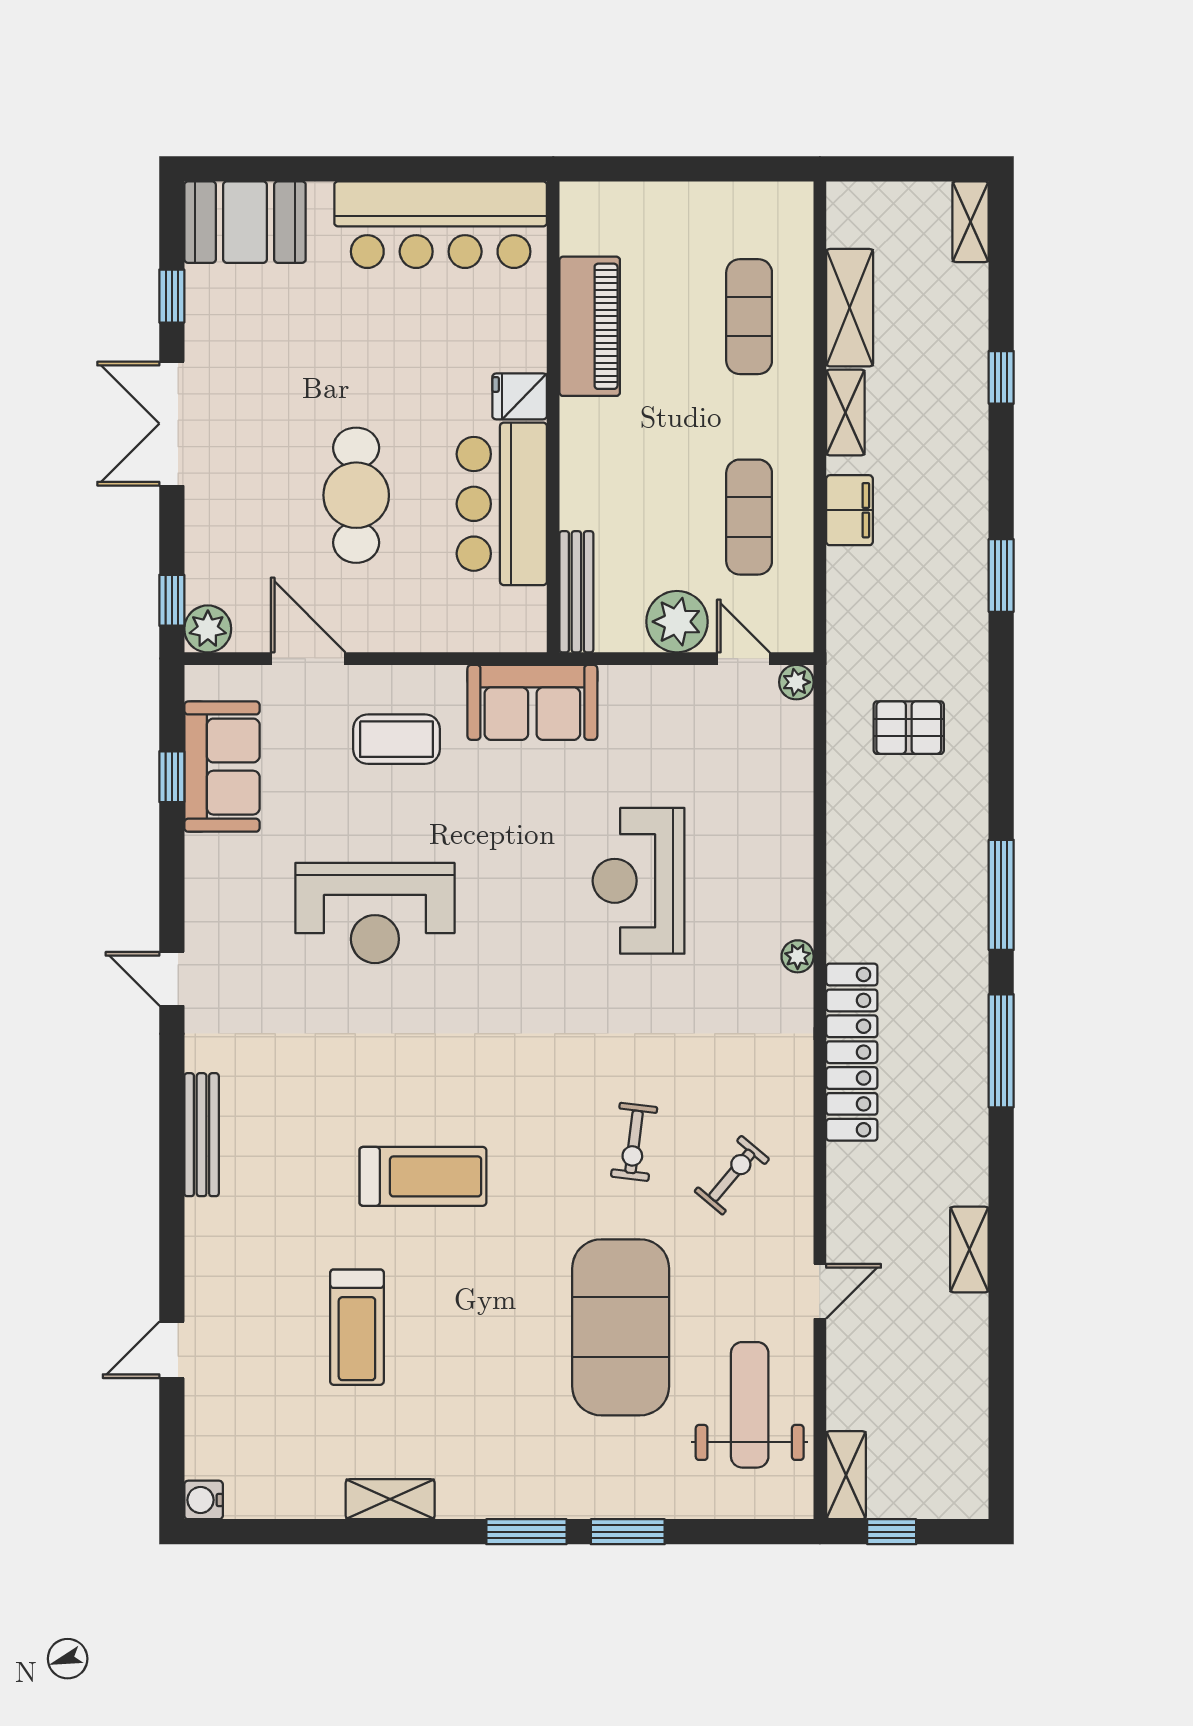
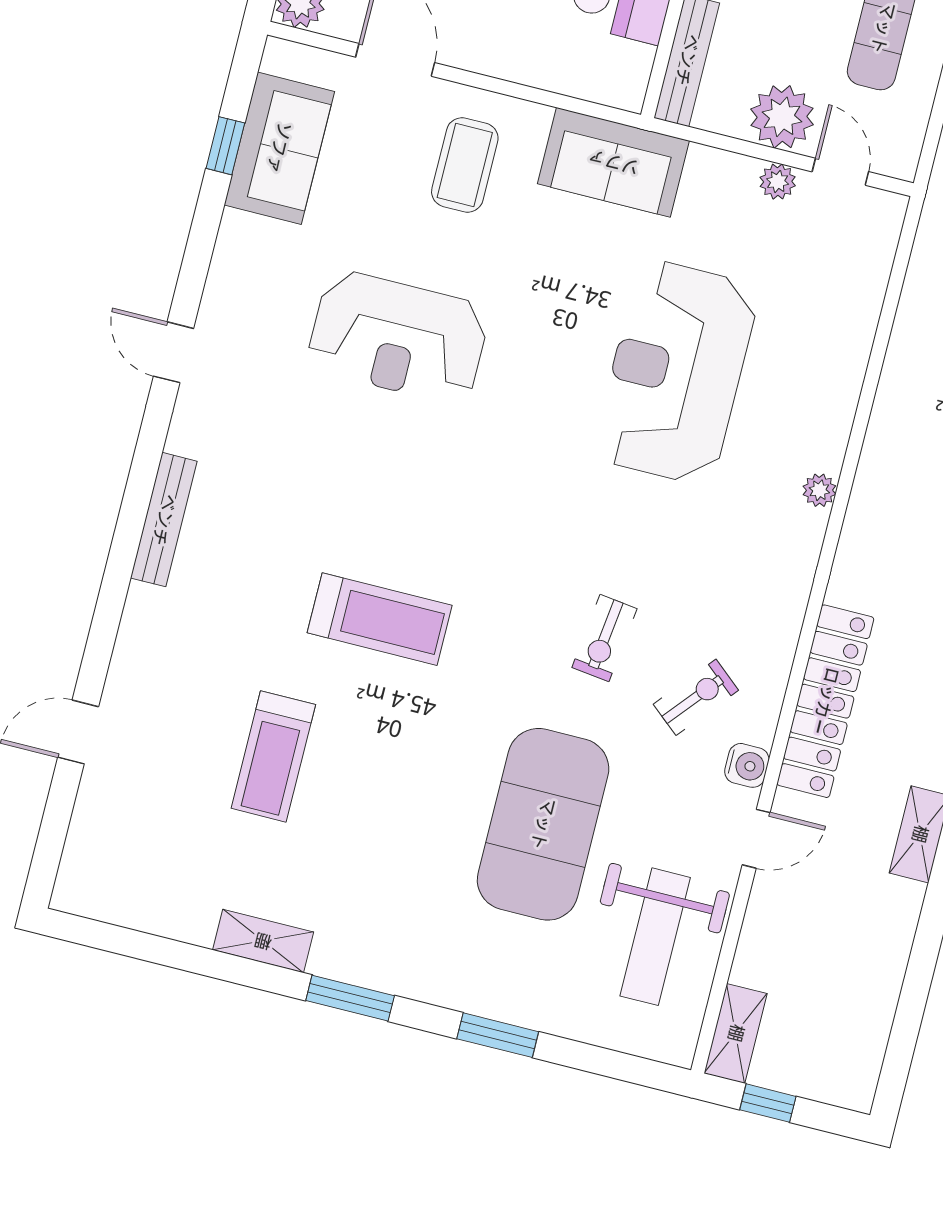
plant: (796, 682) -> (778, 182), moved
coffee table: (396, 739) -> (465, 165), turned 90
reception desk: (639, 881) -> (676, 372), width x1.36, depth x1.30
locker: (852, 1052) -> (825, 701), moved
weight bench: (750, 1405) -> (655, 937), turned 180
water cooler: (204, 1500) -> (747, 765), moved, turned 180
window: (526, 1532) -> (350, 998), moved

